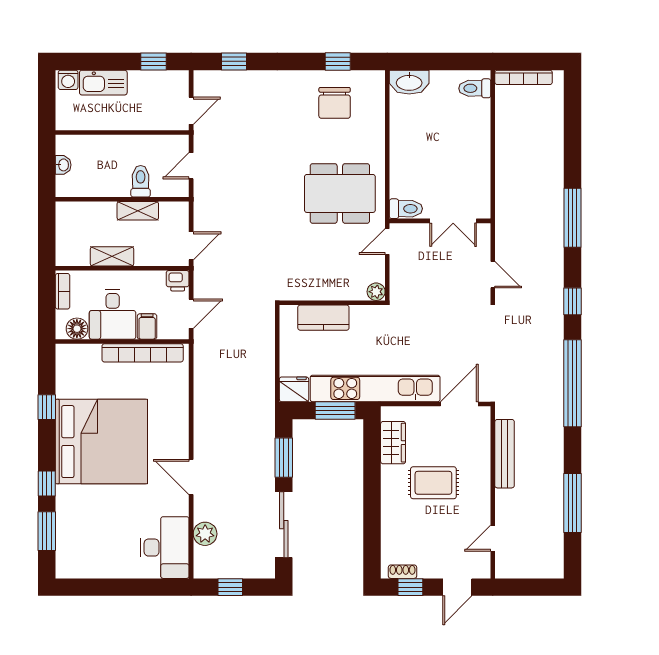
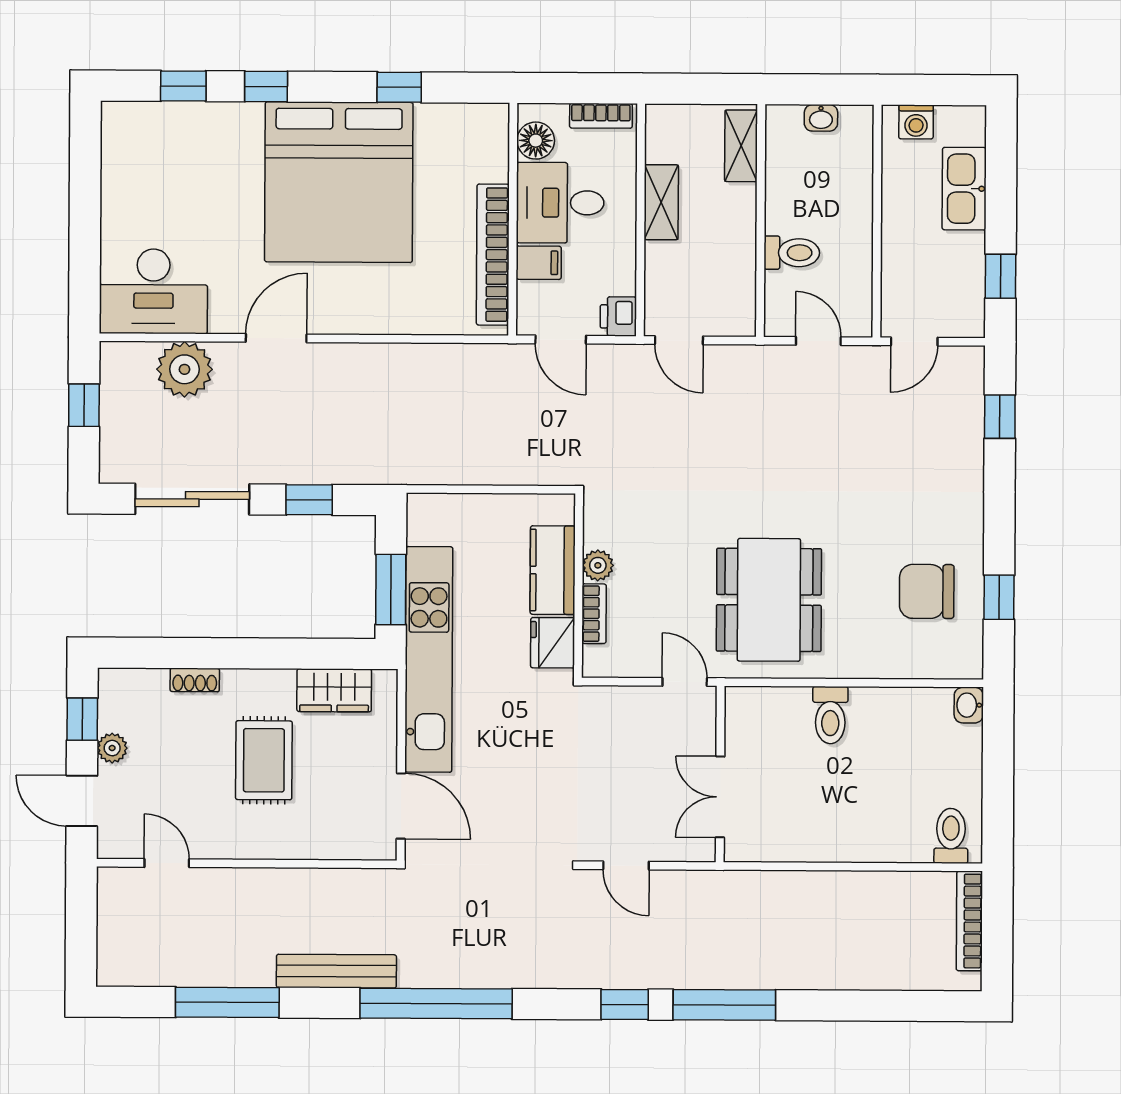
washing machine: (68, 80) -> (916, 122), moved, turned -90
washbasin: (409, 82) -> (969, 705), width x0.52, depth x0.69
door: (191, 111) -> (914, 341), hinge flipped
toilet: (406, 209) -> (830, 715), moved
shelving: (138, 211) -> (741, 146), moved
door: (493, 275) -> (626, 866), hinge flipped
plant: (376, 292) -> (598, 565), moved
bookcase: (348, 294) -> (594, 614), added
window: (572, 301) -> (625, 1004), moved
fridge: (294, 389) -> (553, 643), moved, turned 180
bench: (505, 454) -> (336, 971), moved
window: (284, 458) -> (309, 500), width x0.67
window: (47, 531) -> (183, 86), width x0.67
plant: (205, 534) -> (184, 369), width x1.36, depth x1.36
plant: (427, 570) -> (112, 748), added
shoe rack: (402, 572) -> (195, 680), moved, turned 90

